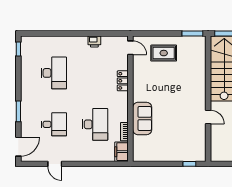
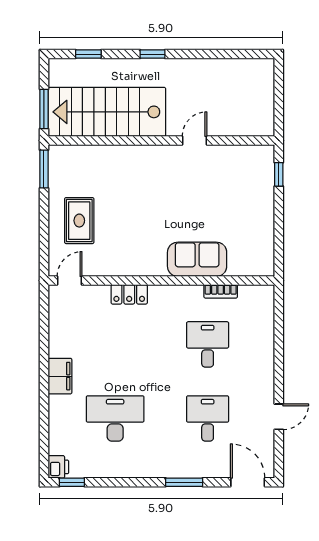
printer: (94, 41) -> (58, 467), moved
desk: (95, 124) -> (208, 344), width x0.73
filing cabinet: (122, 152) -> (60, 376), moved, turned -90

